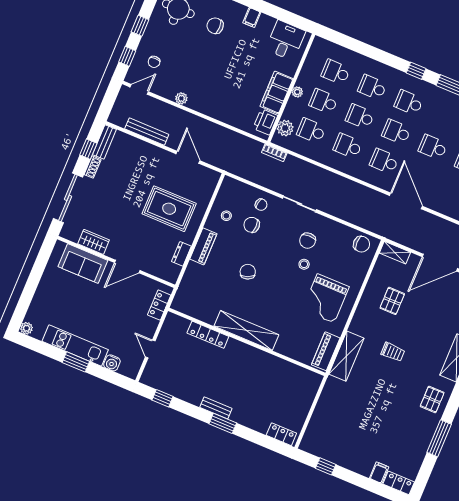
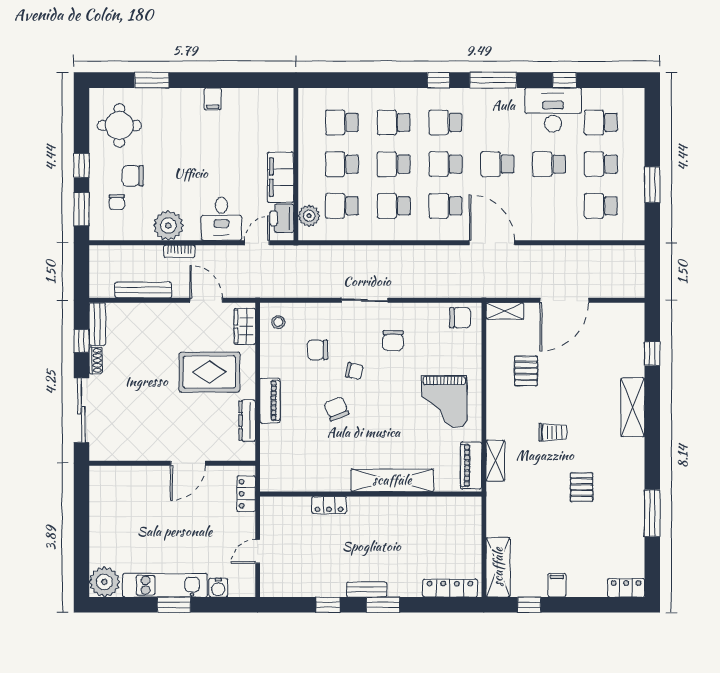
chair: (215, 26) -> (133, 176), moved
desk: (286, 40) -> (221, 219), moved, turned 180
window: (127, 56) -> (82, 209), width x1.50
door: (139, 89) -> (257, 243), moved
plant: (297, 92) -> (305, 166), removed
plant: (181, 98) -> (168, 225), width x1.88, depth x1.88
bookcase: (274, 153) -> (179, 251), moved
chair: (261, 205) -> (354, 371), moved
stool: (226, 216) -> (278, 322), moved
wardrobe: (94, 242) -> (245, 326), moved, turned -90
dresser: (181, 254) -> (247, 421), width x1.44
sofa: (83, 264) -> (133, 482), removed
stool: (304, 264) -> (401, 371), removed
plant: (27, 328) -> (104, 582), width x1.87, depth x1.87
shelving: (246, 330) -> (392, 480), moved
locker: (208, 335) -> (329, 505), width x0.66
door: (150, 349) -> (258, 551), hinge flipped
shelving: (346, 356) -> (495, 461), width x0.67, depth x0.75
window: (162, 398) -> (328, 605), moved
pallet: (432, 399) -> (582, 487), moved
shelving: (315, 431) -> (498, 567), added
locker: (281, 434) -> (450, 588), width x1.53
filing cabinet: (379, 473) -> (557, 585), moved

